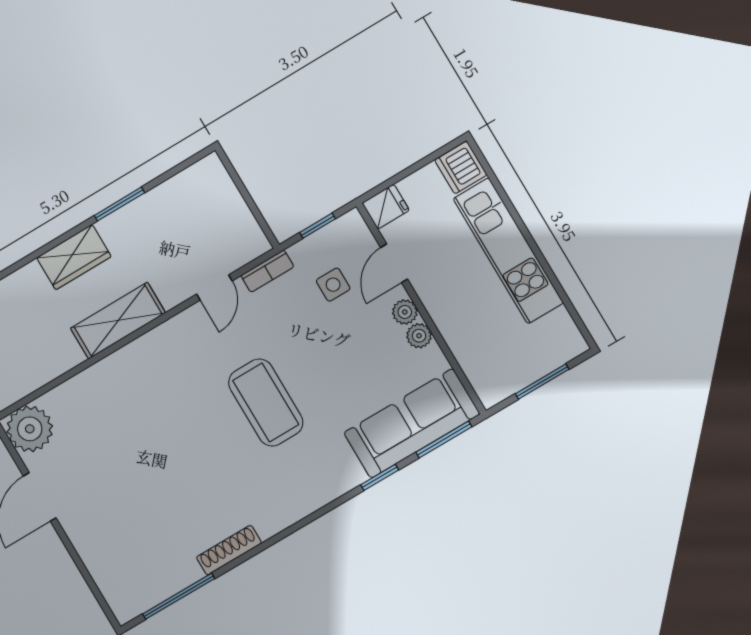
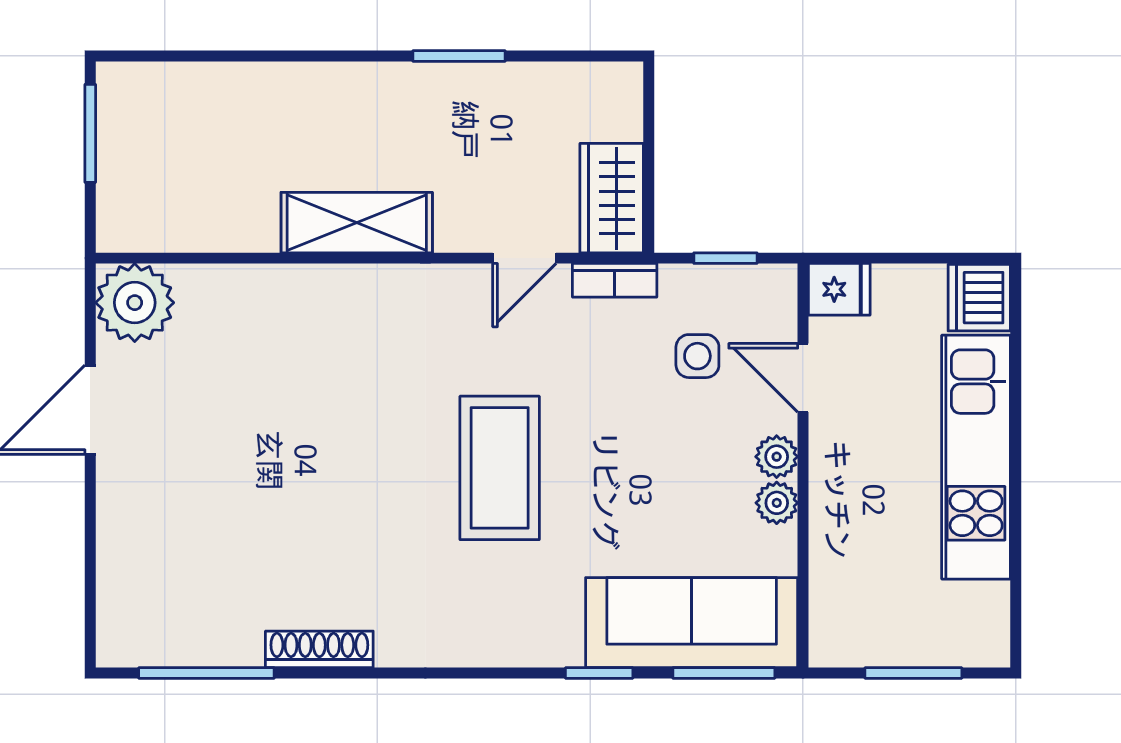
wardrobe: (74, 257) -> (612, 198), moved, turned 90
door: (394, 263) -> (803, 378), hinge flipped

